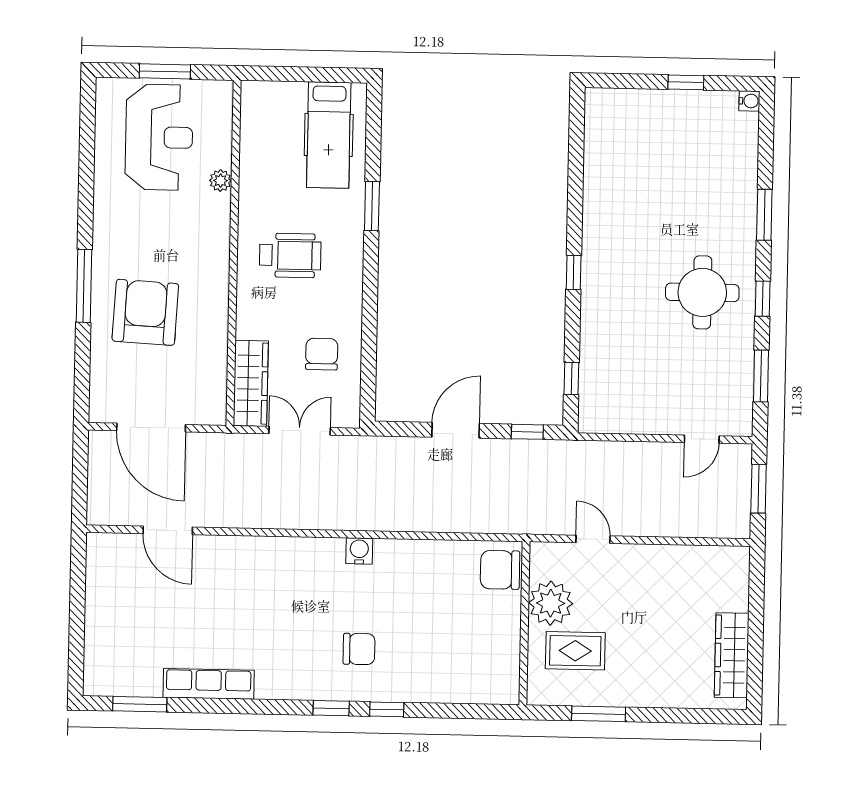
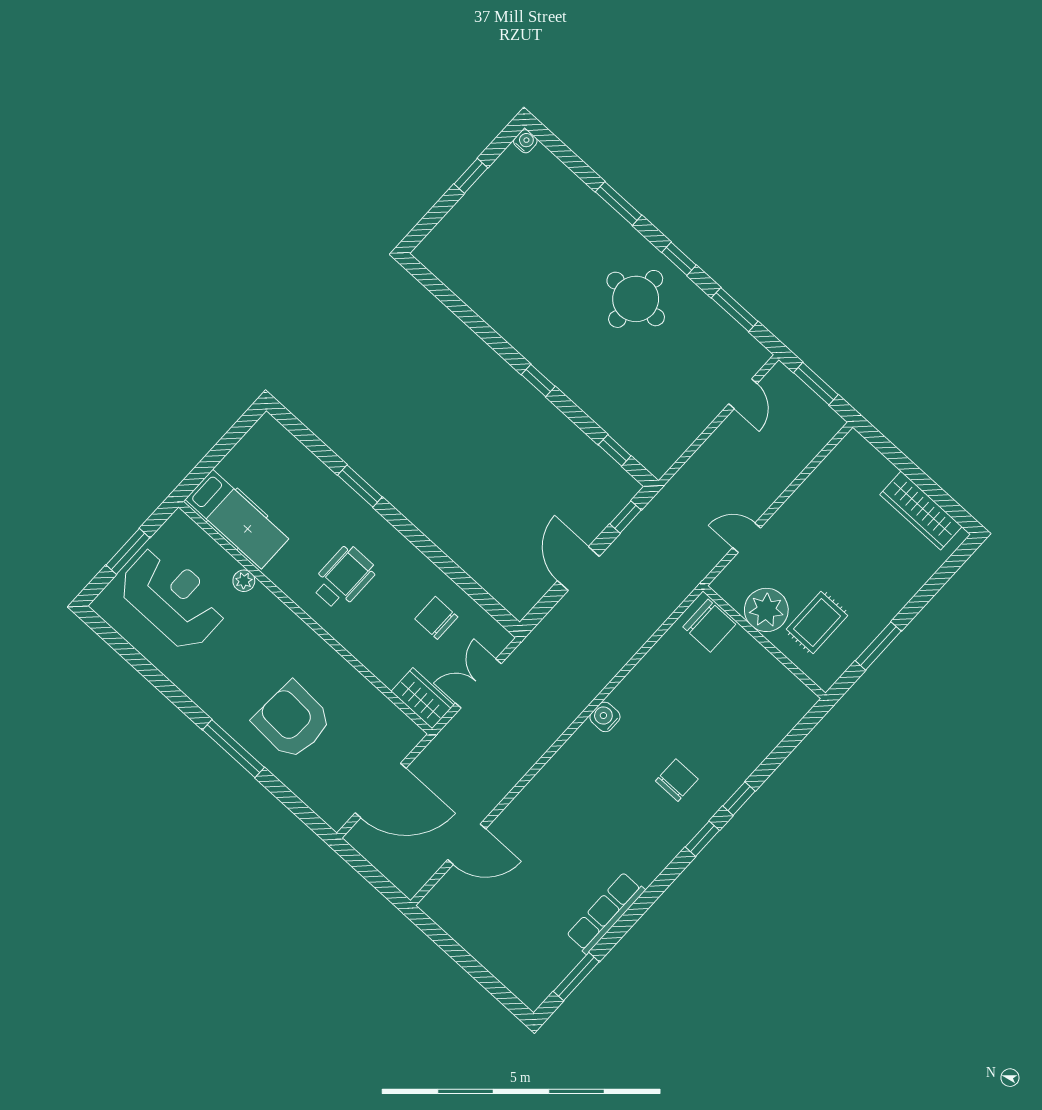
hospital bed: (329, 135) -> (237, 519), moved
wardrobe: (251, 383) -> (422, 698), width x0.67
chair: (500, 570) -> (709, 626), turned -90

